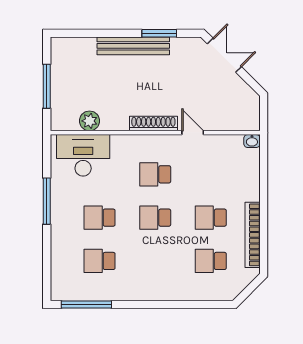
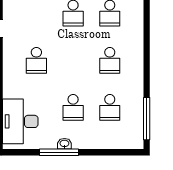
washbasin: (57, 207) -> (64, 144), added
school desk: (155, 218) -> (110, 60), moved

